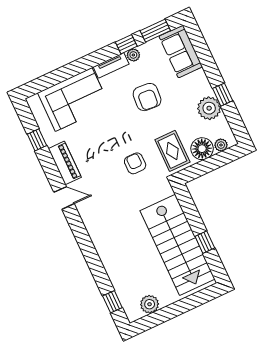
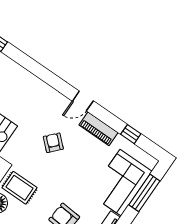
window: (57, 77) -> (144, 193), added
armchair: (135, 163) -> (53, 143), moved, turned -137

